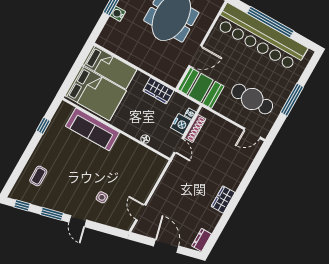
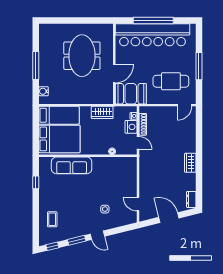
water cooler: (118, 14) -> (44, 91), moved

